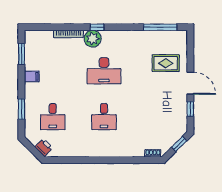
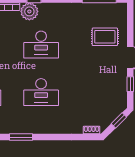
desk: (104, 117) -> (41, 92), width x1.37
window: (85, 160) -> (21, 137), added

